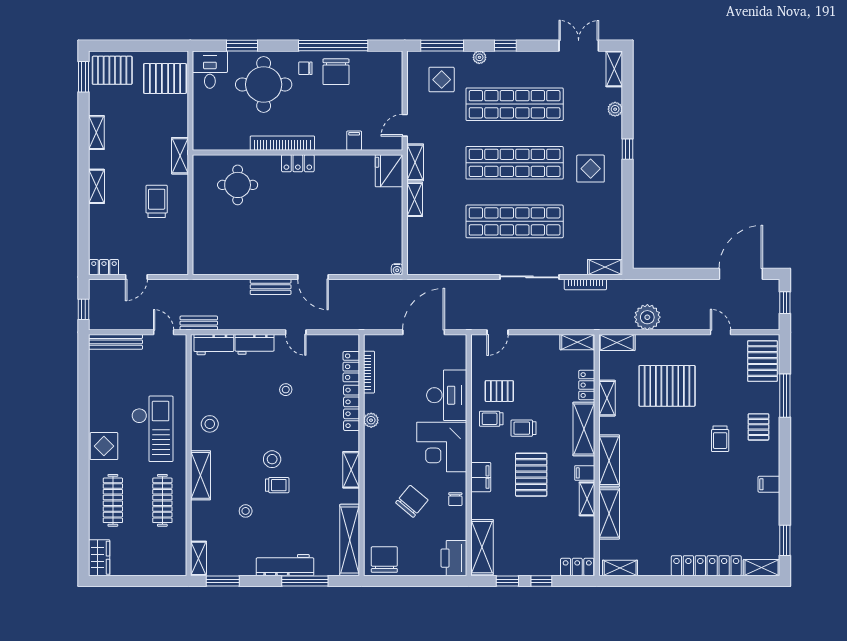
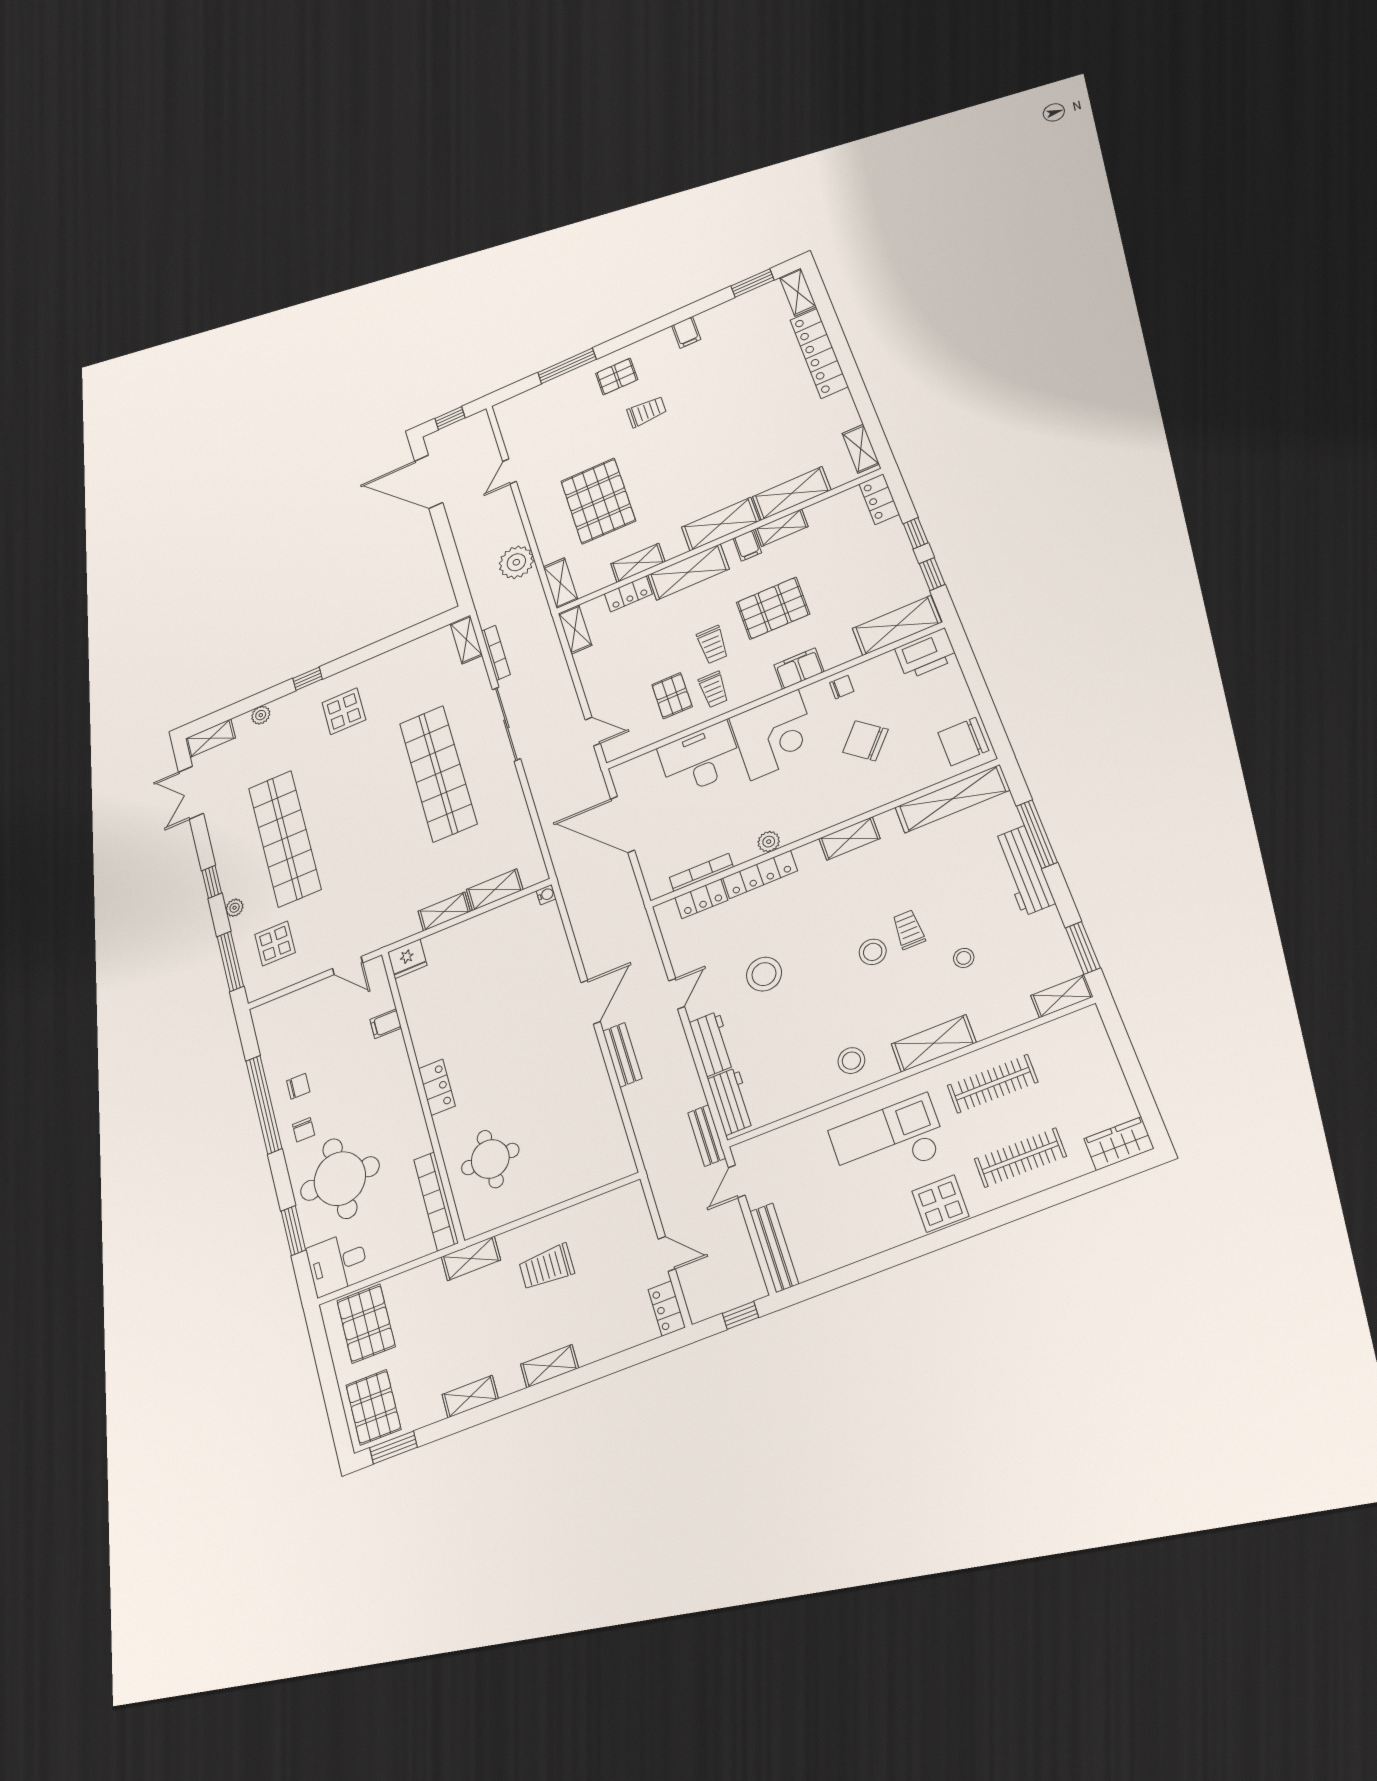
chair: (336, 72) -> (298, 1086), width x0.54, depth x0.54
bookcase: (282, 143) -> (436, 1201), moved
shelving: (415, 162) -> (495, 890), moved
shop shelf: (515, 163) -> (361, 806), removed
fridge: (389, 171) -> (407, 959), width x0.73, depth x0.75
pallet: (763, 361) -> (531, 409), removed
stool: (286, 390) -> (764, 974), width x1.89, depth x1.89

